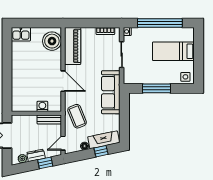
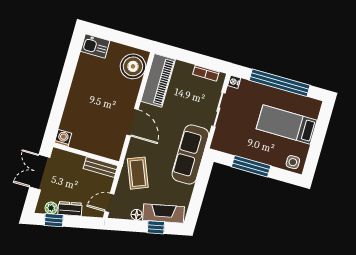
washing machine: (42, 106) -> (63, 138), moved
window: (45, 163) -> (54, 220), moved

